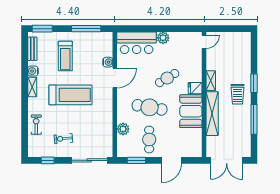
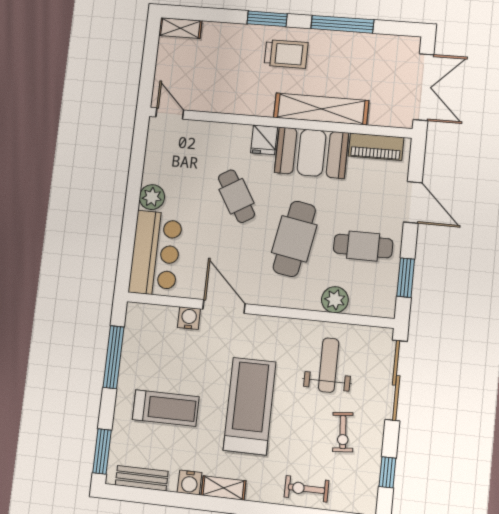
shelving: (211, 81) -> (180, 28), moved
weight bench: (93, 129) -> (329, 365), added
piano: (196, 141) -> (376, 147), added

